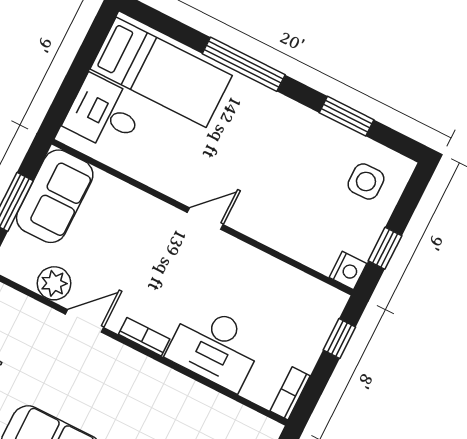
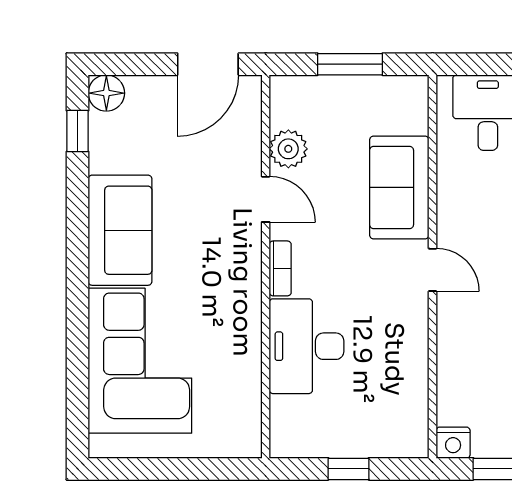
sofa: (55, 196) -> (399, 187), moved, turned 90
window: (339, 338) -> (349, 469), moved
bookcase: (290, 393) -> (298, 447), removed

